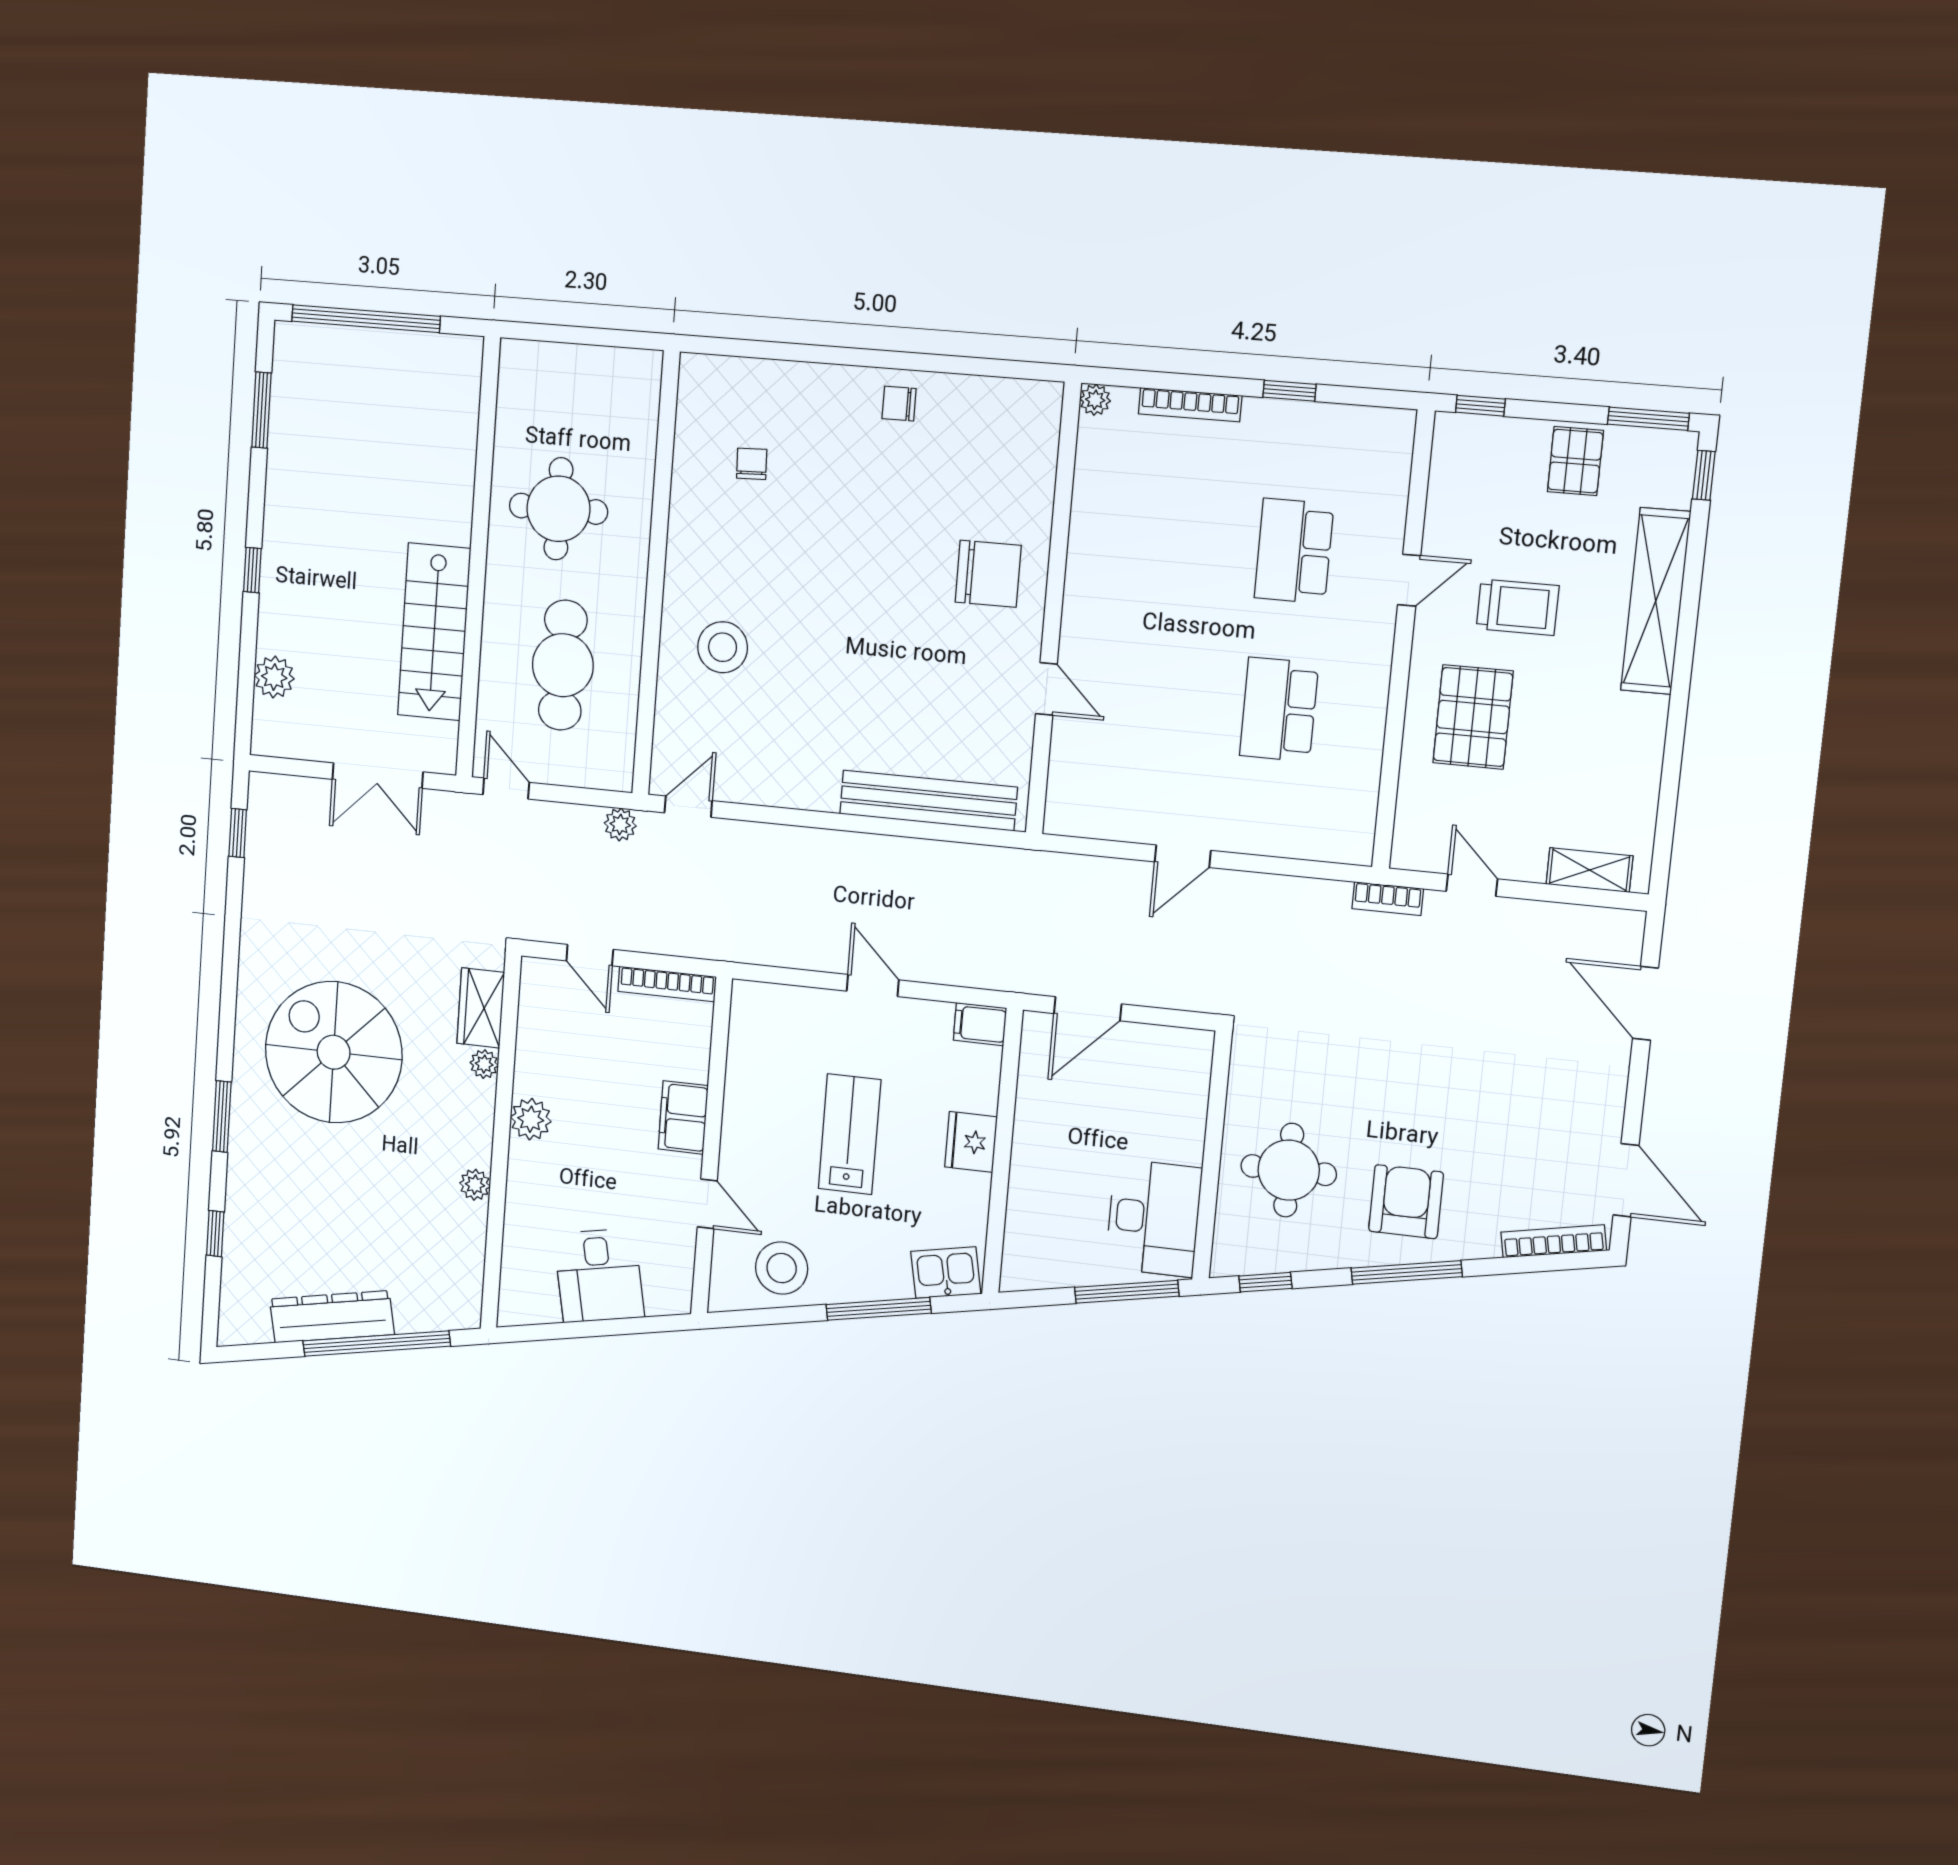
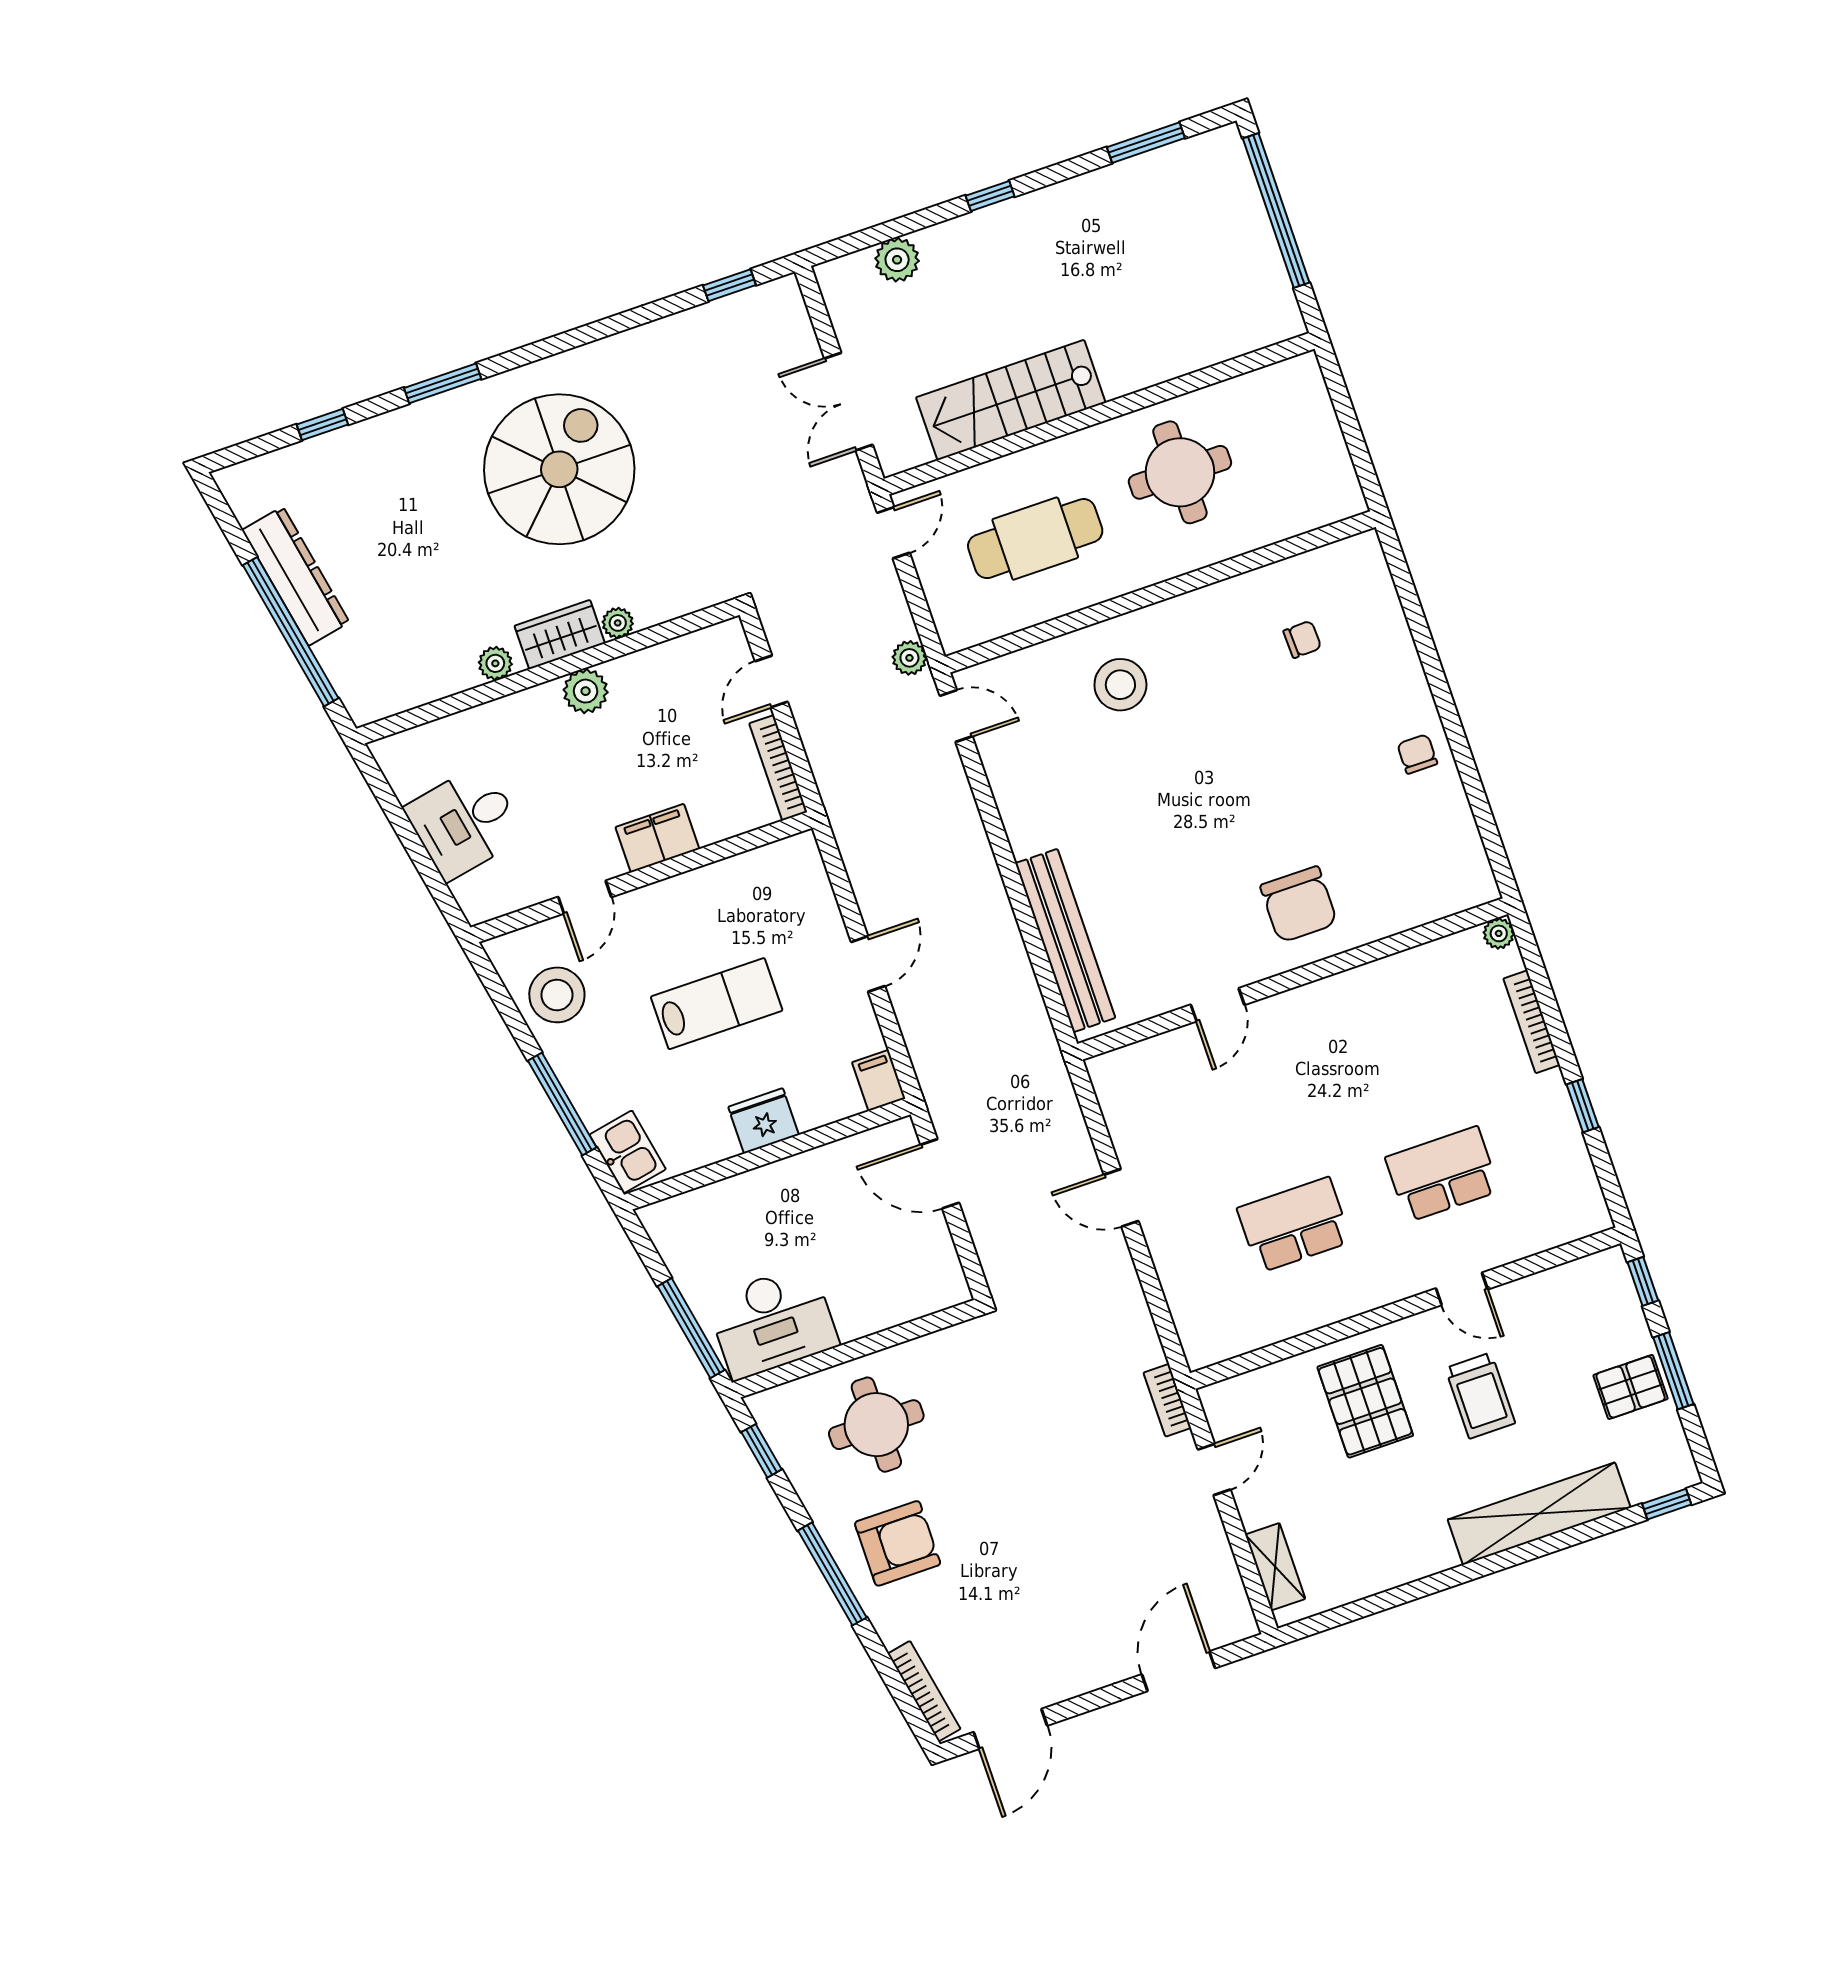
window: (1648, 419) -> (1673, 1371), moved
pallet: (1473, 717) -> (1365, 1401), turned 90
wardrobe: (481, 1008) -> (560, 635), moved

